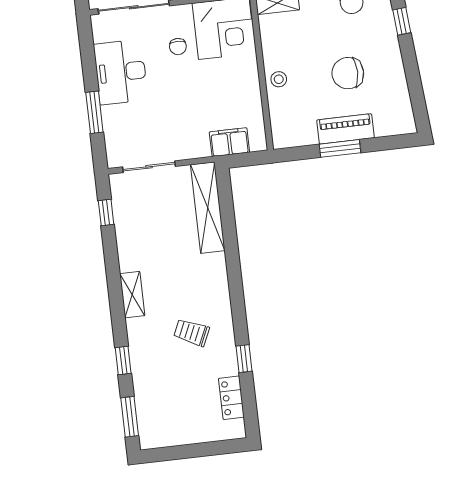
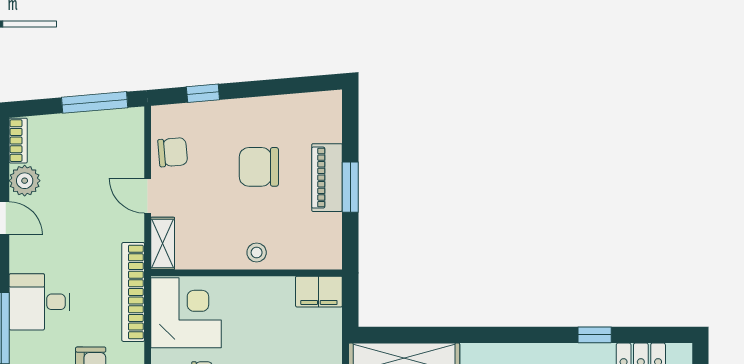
chair: (348, 73) -> (259, 167), turned 90
filing cabinet: (229, 142) -> (319, 292), moved, turned -90

